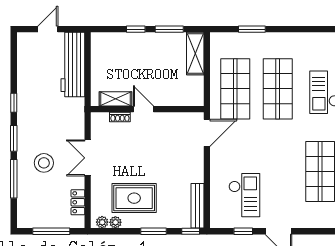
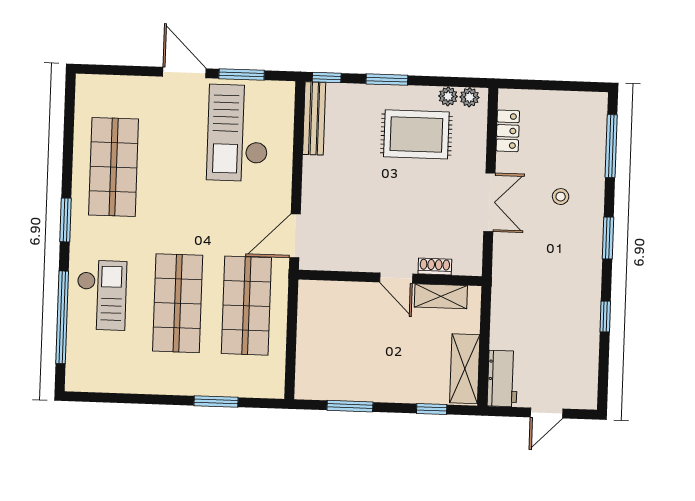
window: (136, 29) -> (432, 409), moved
shelving: (195, 54) -> (465, 369), moved
workbench: (73, 64) -> (503, 379), width x0.53, depth x0.76
window: (14, 103) -> (605, 316), moved
stool: (44, 163) -> (561, 197), width x0.53, depth x0.53
window: (14, 179) -> (611, 146), moved
checkout: (244, 195) -> (238, 133), width x1.36, depth x1.21
window: (51, 231) -> (553, 85), removed
window: (243, 231) -> (242, 75), width x1.50

